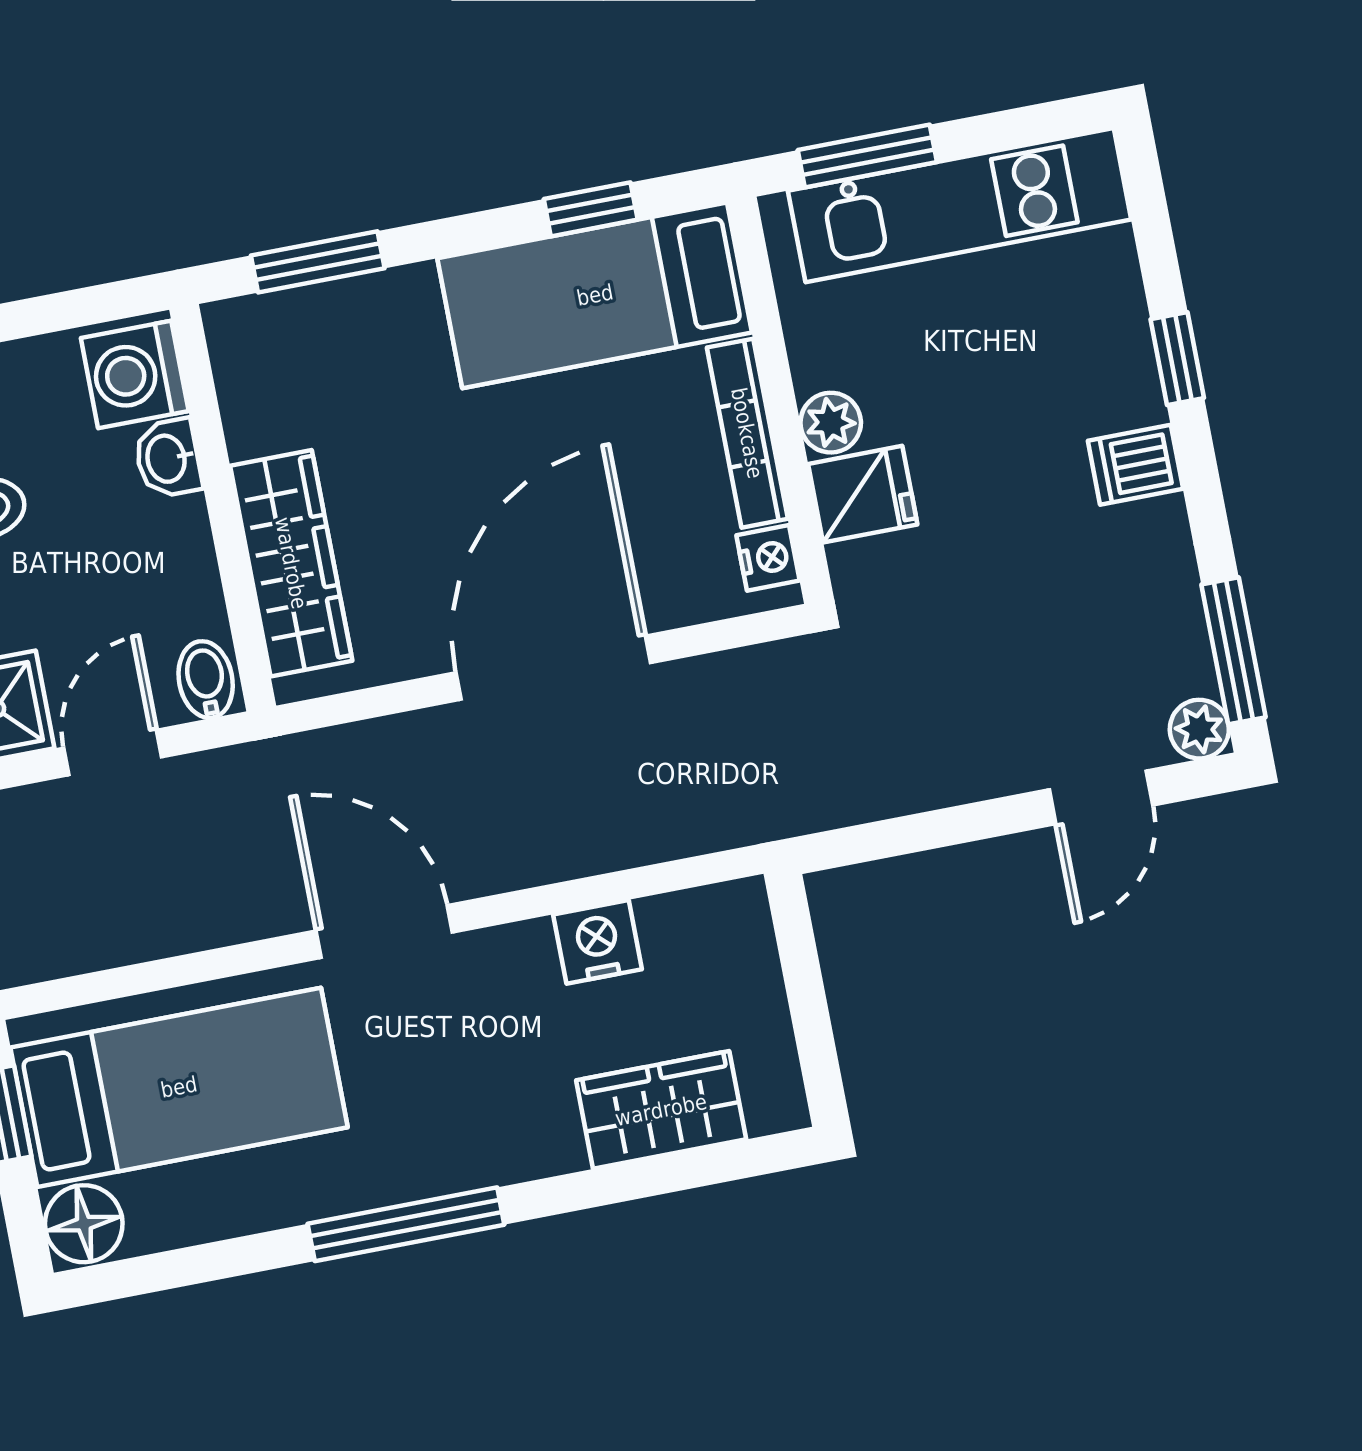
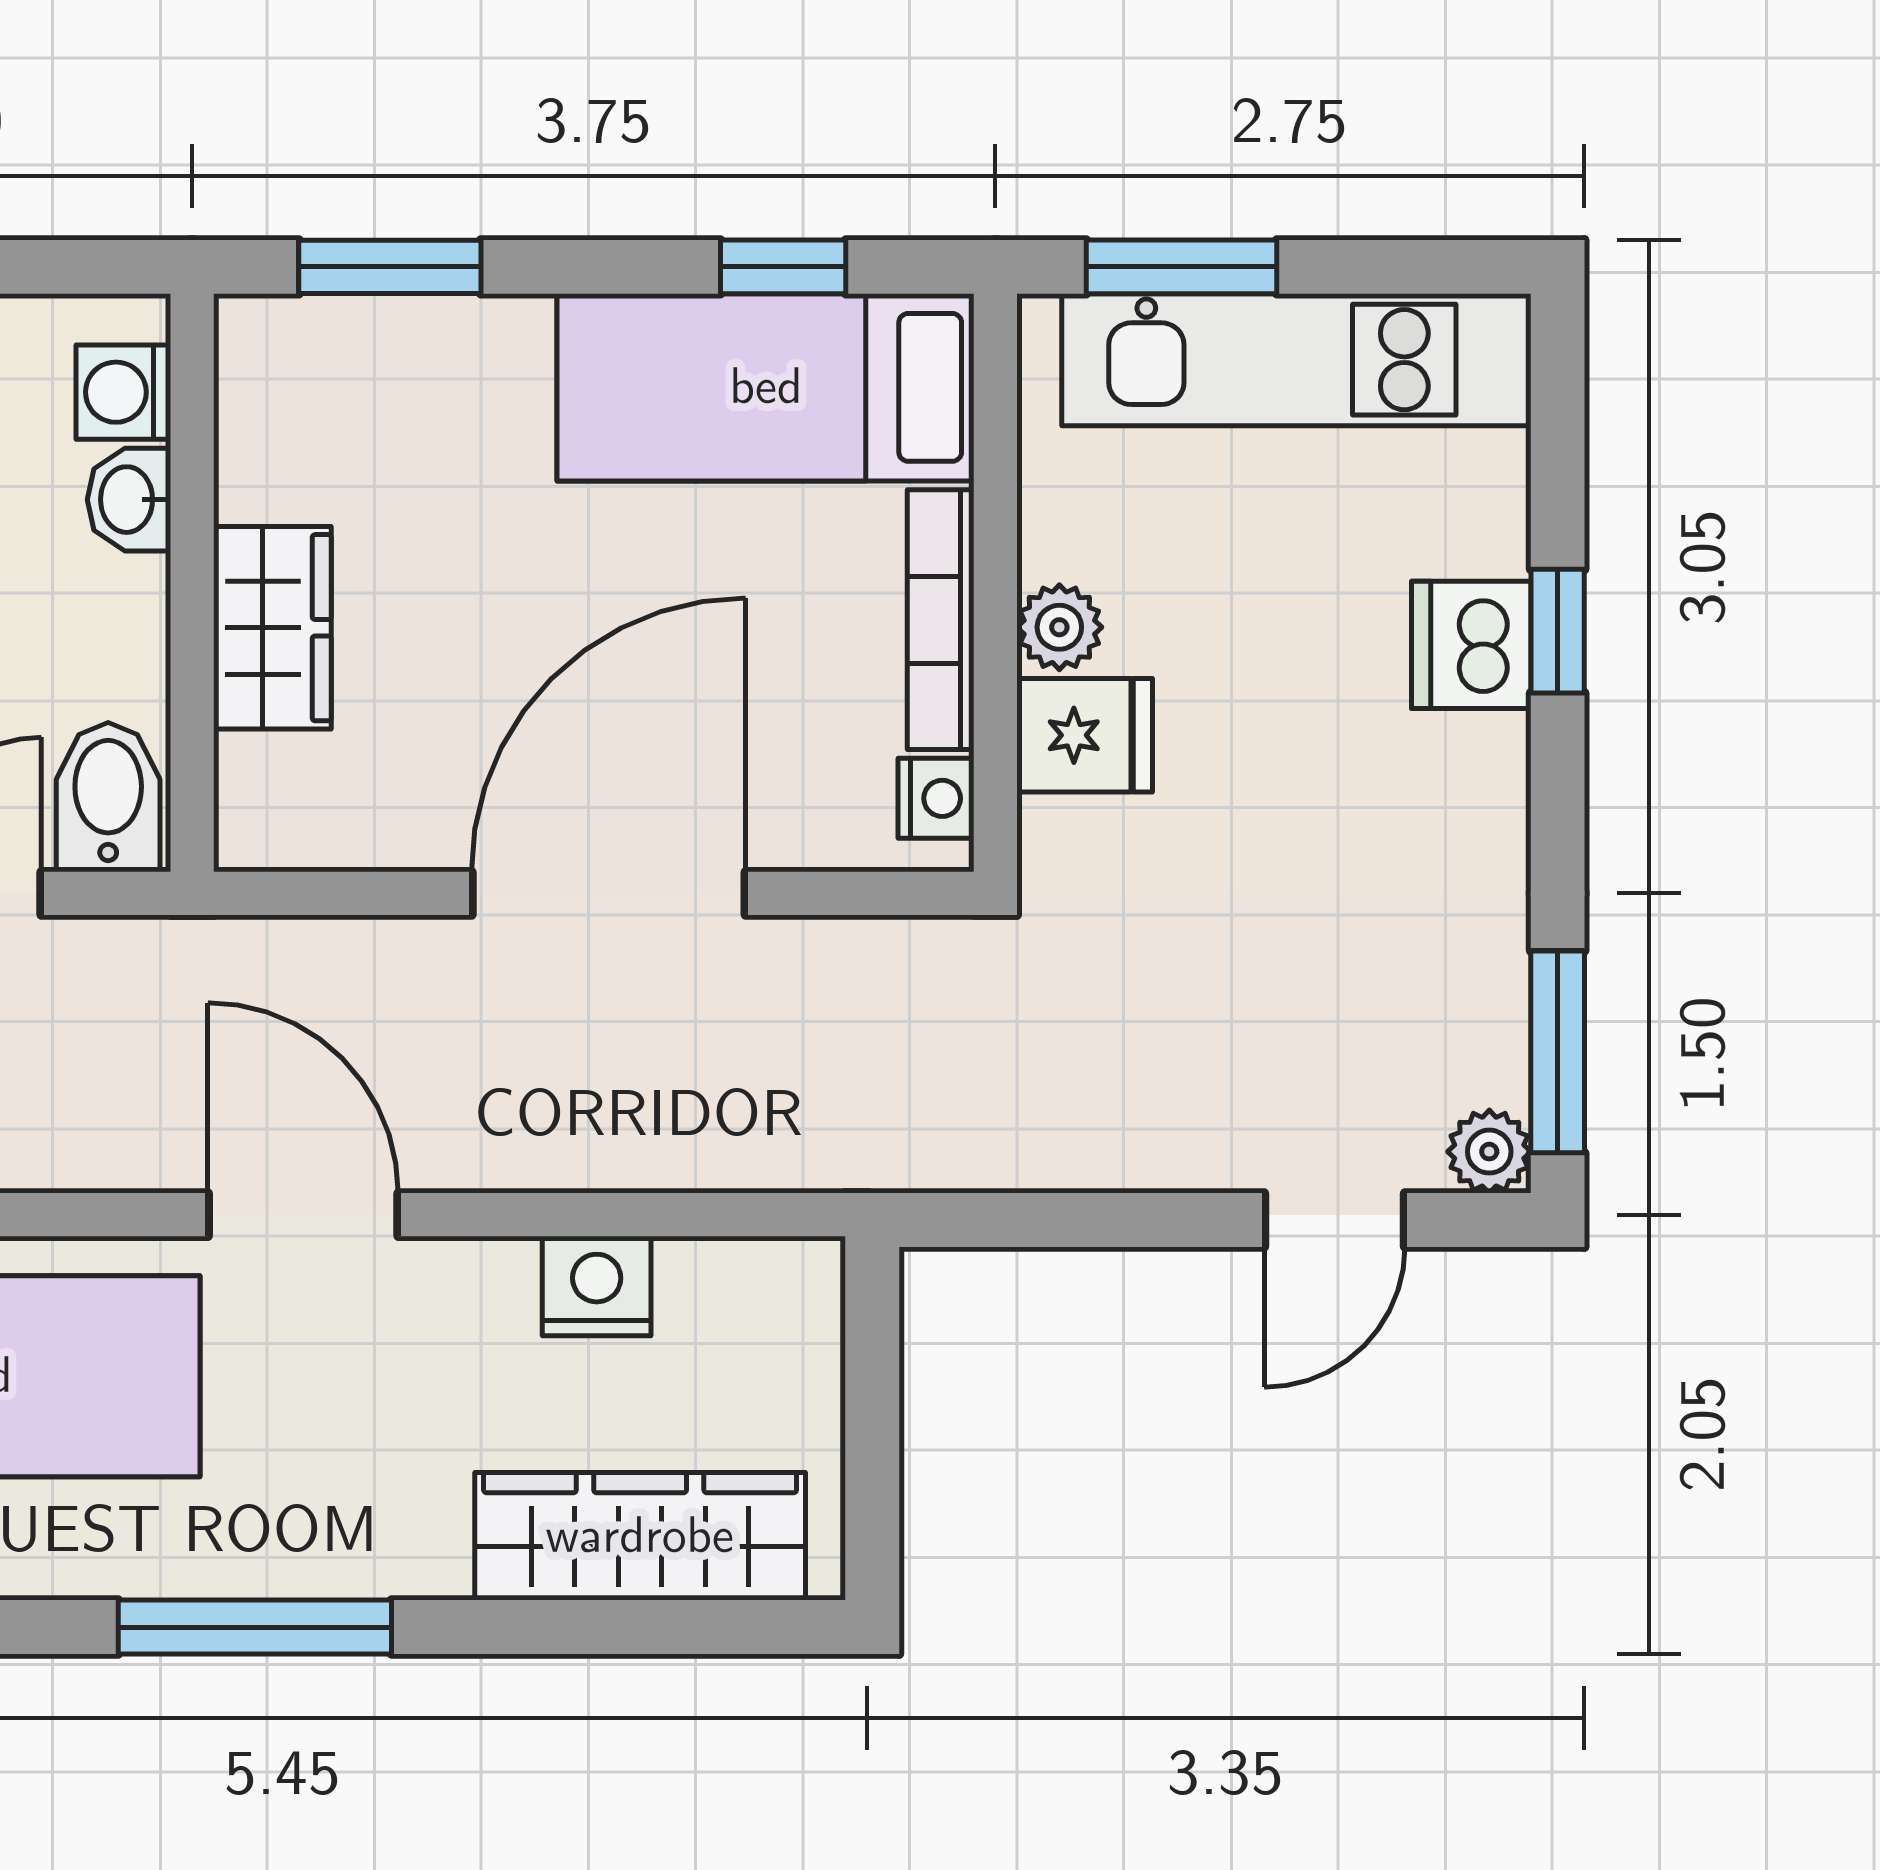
washing machine: (135, 375) -> (123, 392), width x0.73, depth x0.73
dishwasher: (1135, 465) -> (1471, 645), moved, width x1.38
wardrobe: (291, 563) -> (272, 628), width x0.67
bidet: (206, 680) -> (108, 797), width x1.38, depth x1.36
wardrobe: (661, 1110) -> (640, 1536), width x1.50

